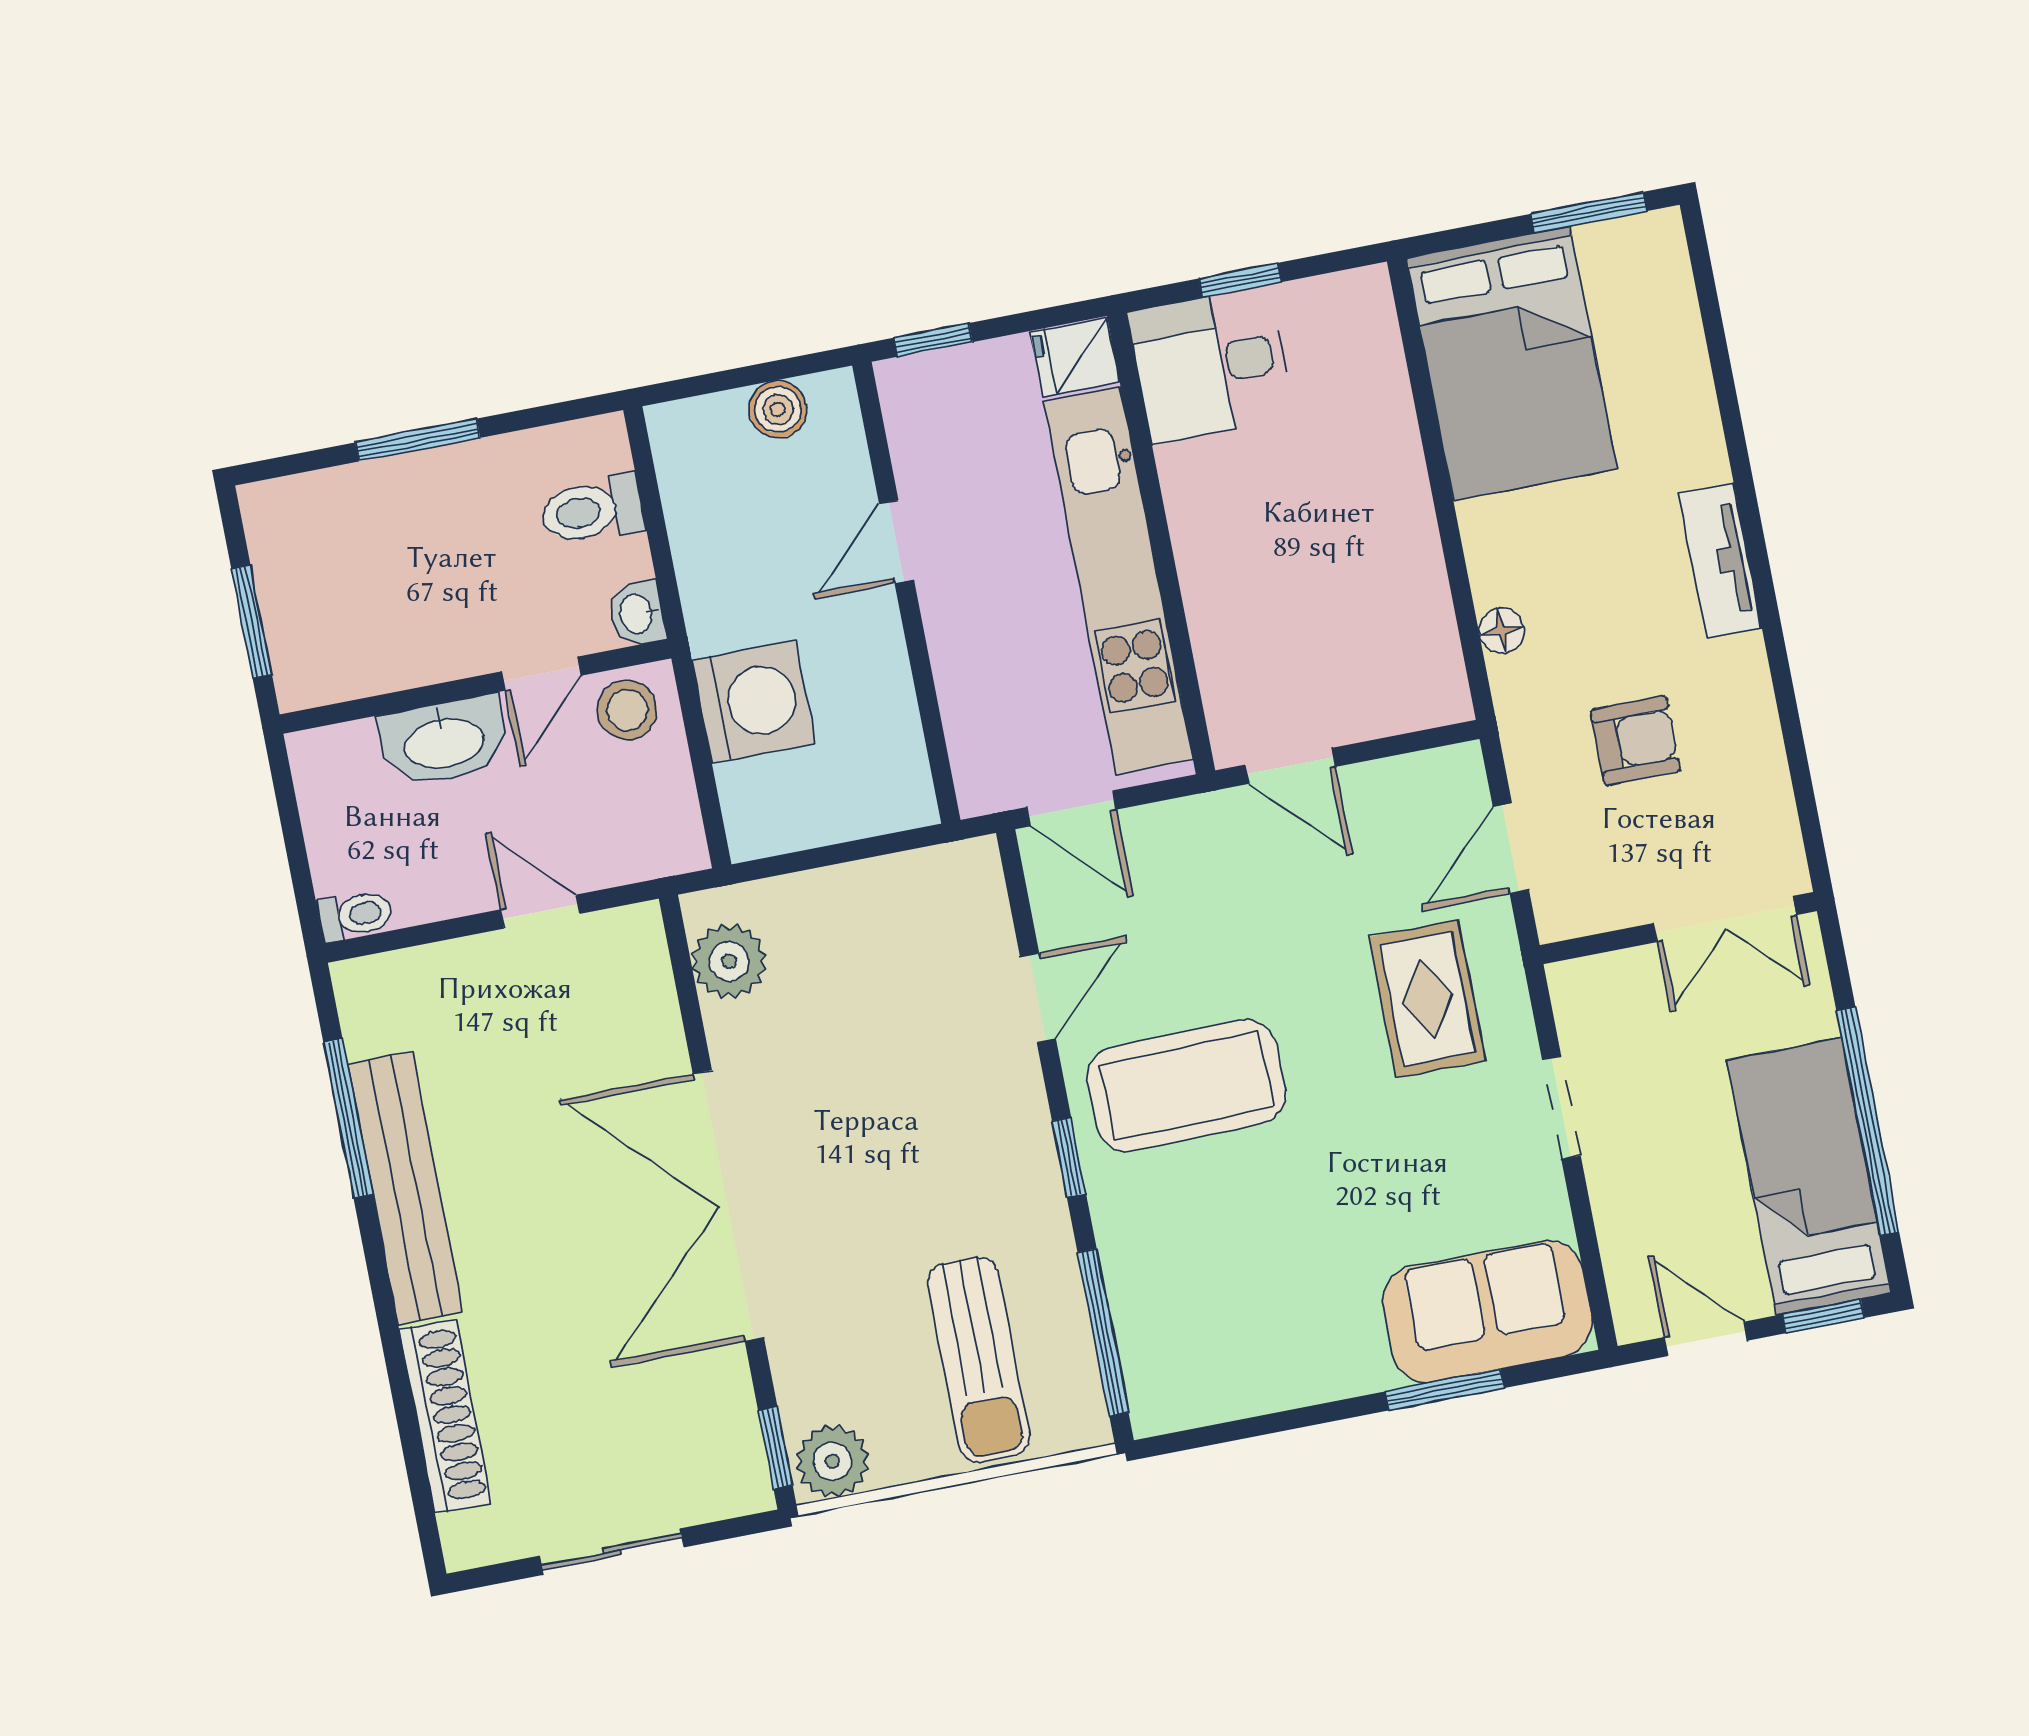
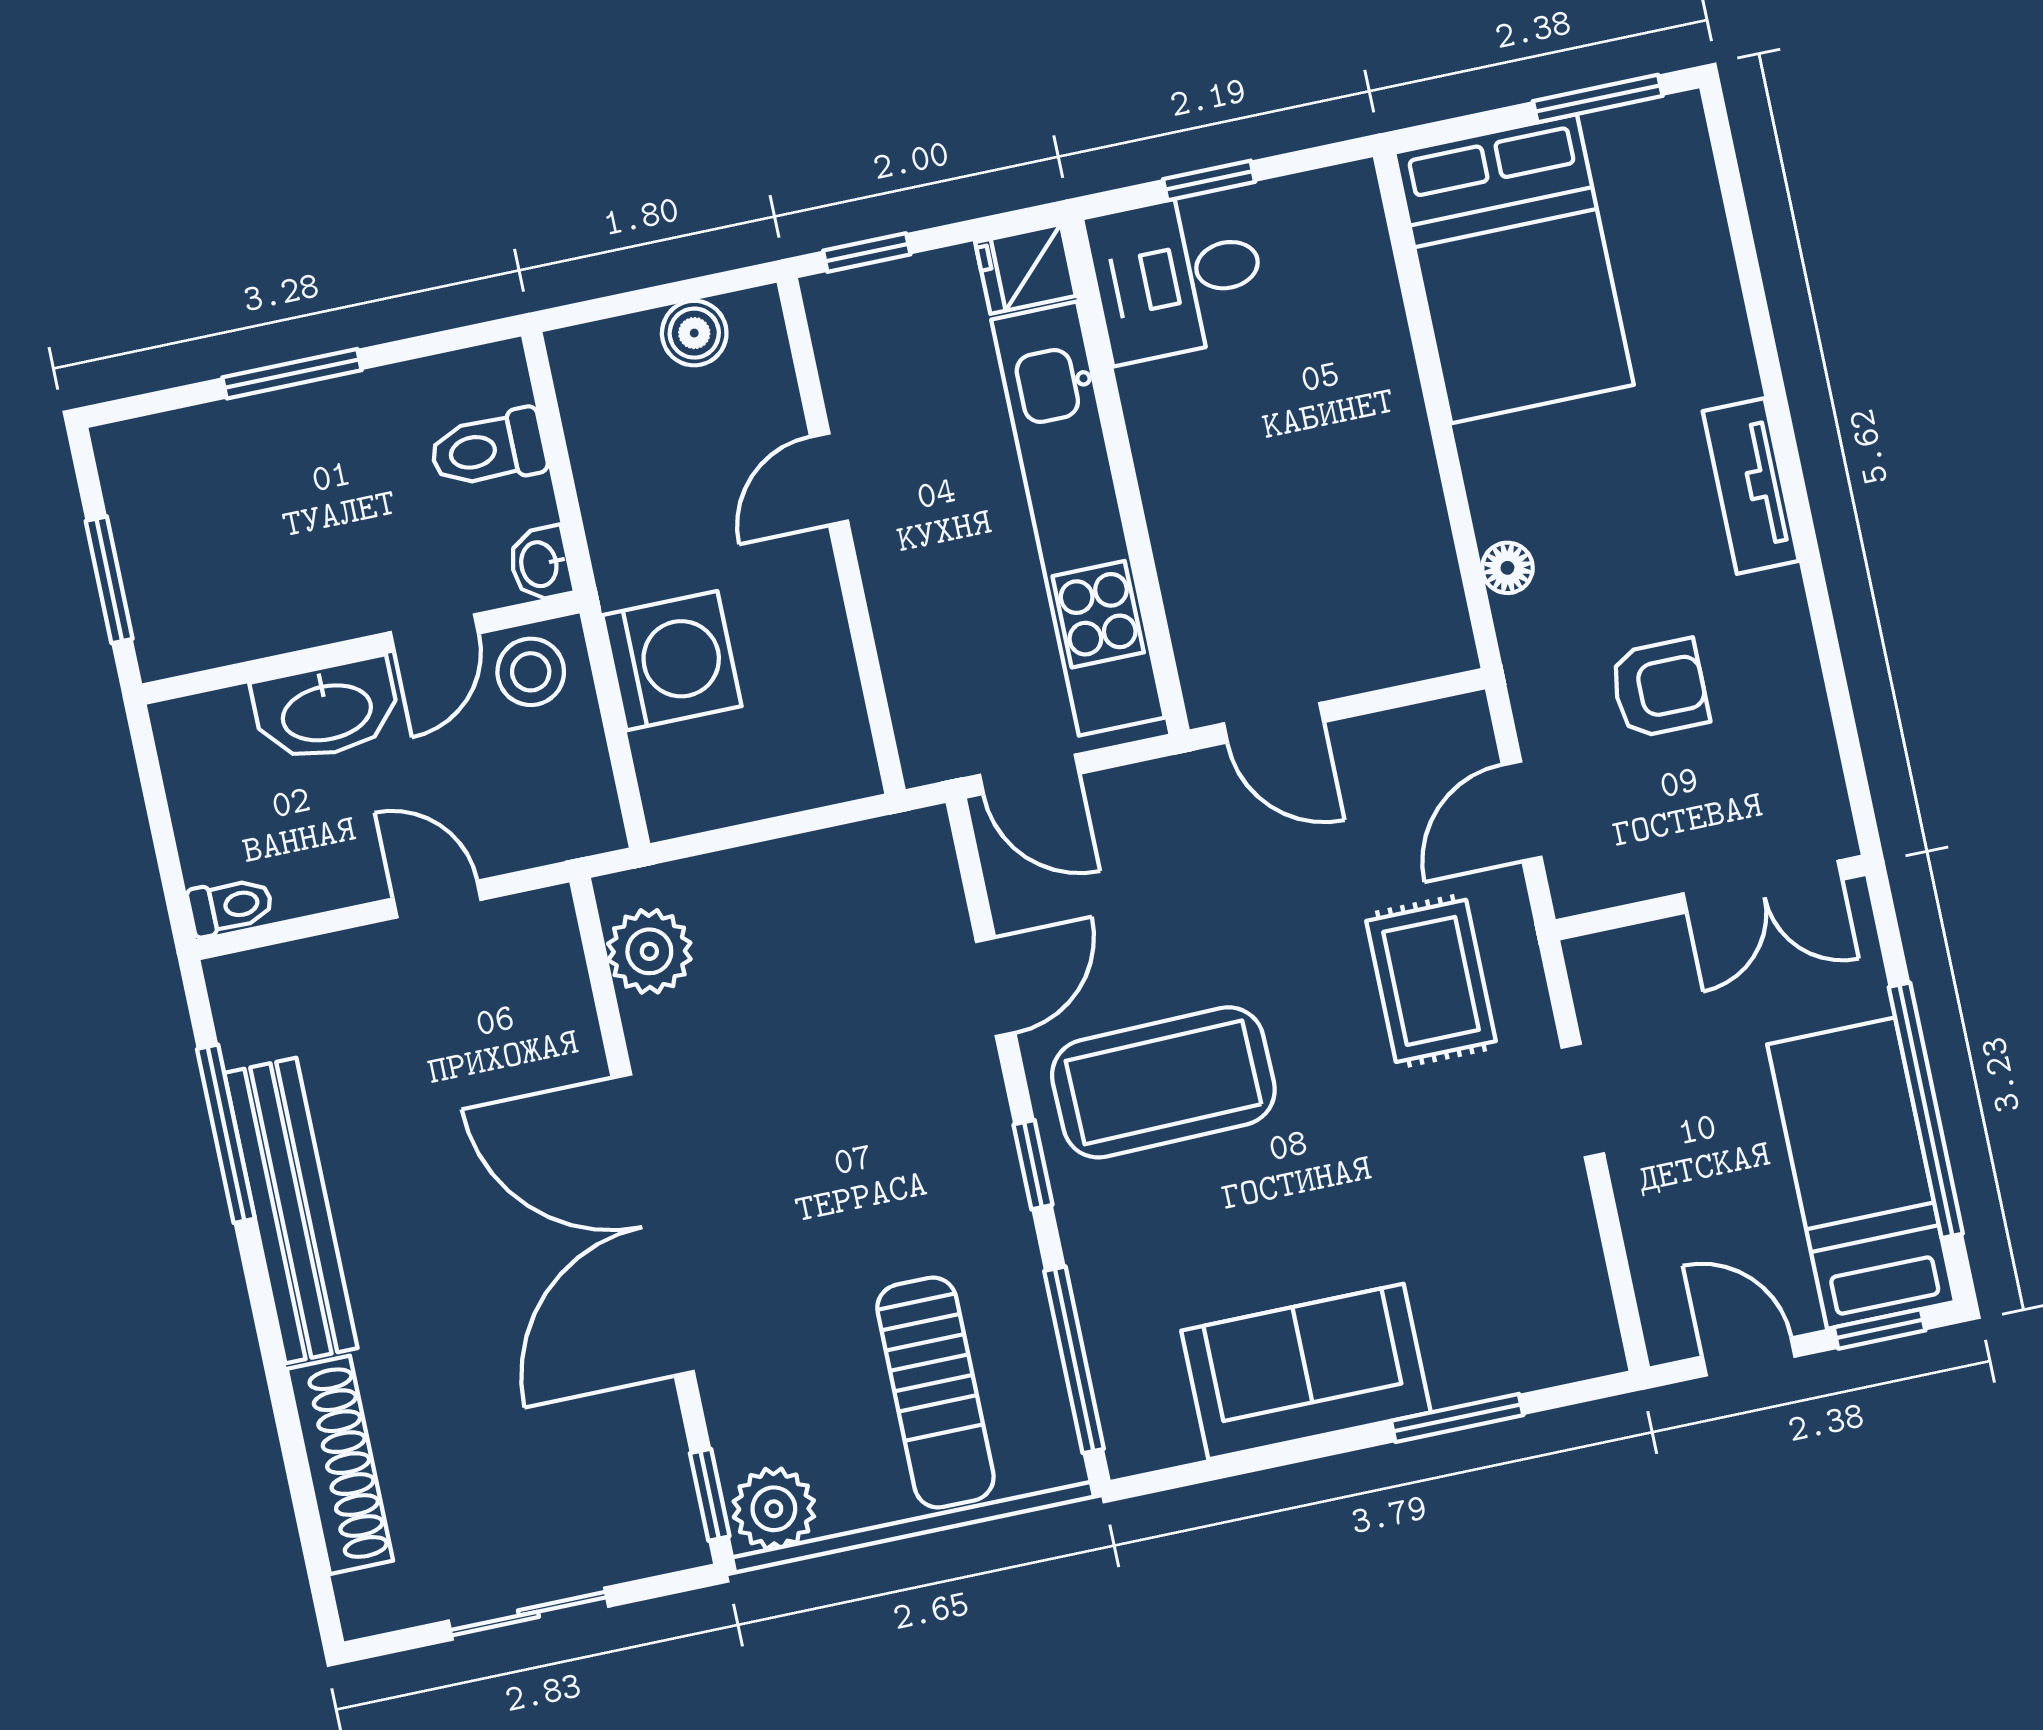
sofa: (1487, 1312) -> (1306, 1371), moved

